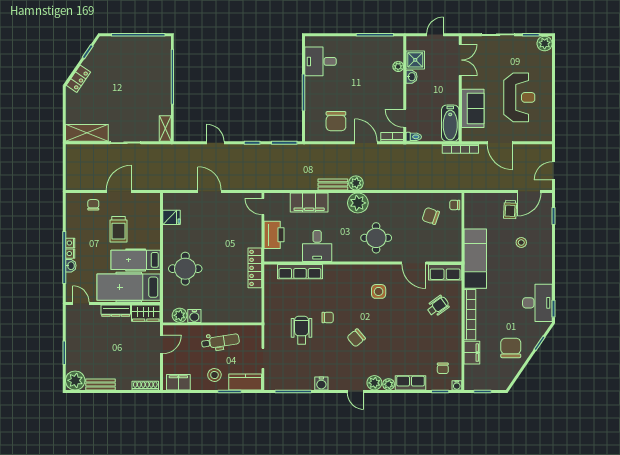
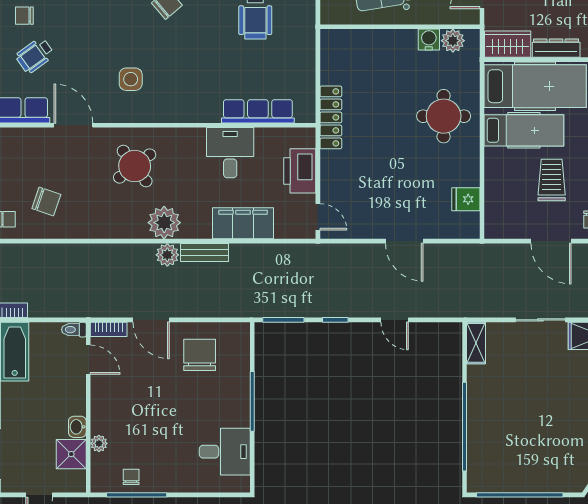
chair: (378, 46) -> (131, 477), added
door: (119, 191) -> (551, 241), hinge flipped
round table: (376, 238) -> (135, 166), turned -37
chair: (328, 317) -> (24, 16), moved

